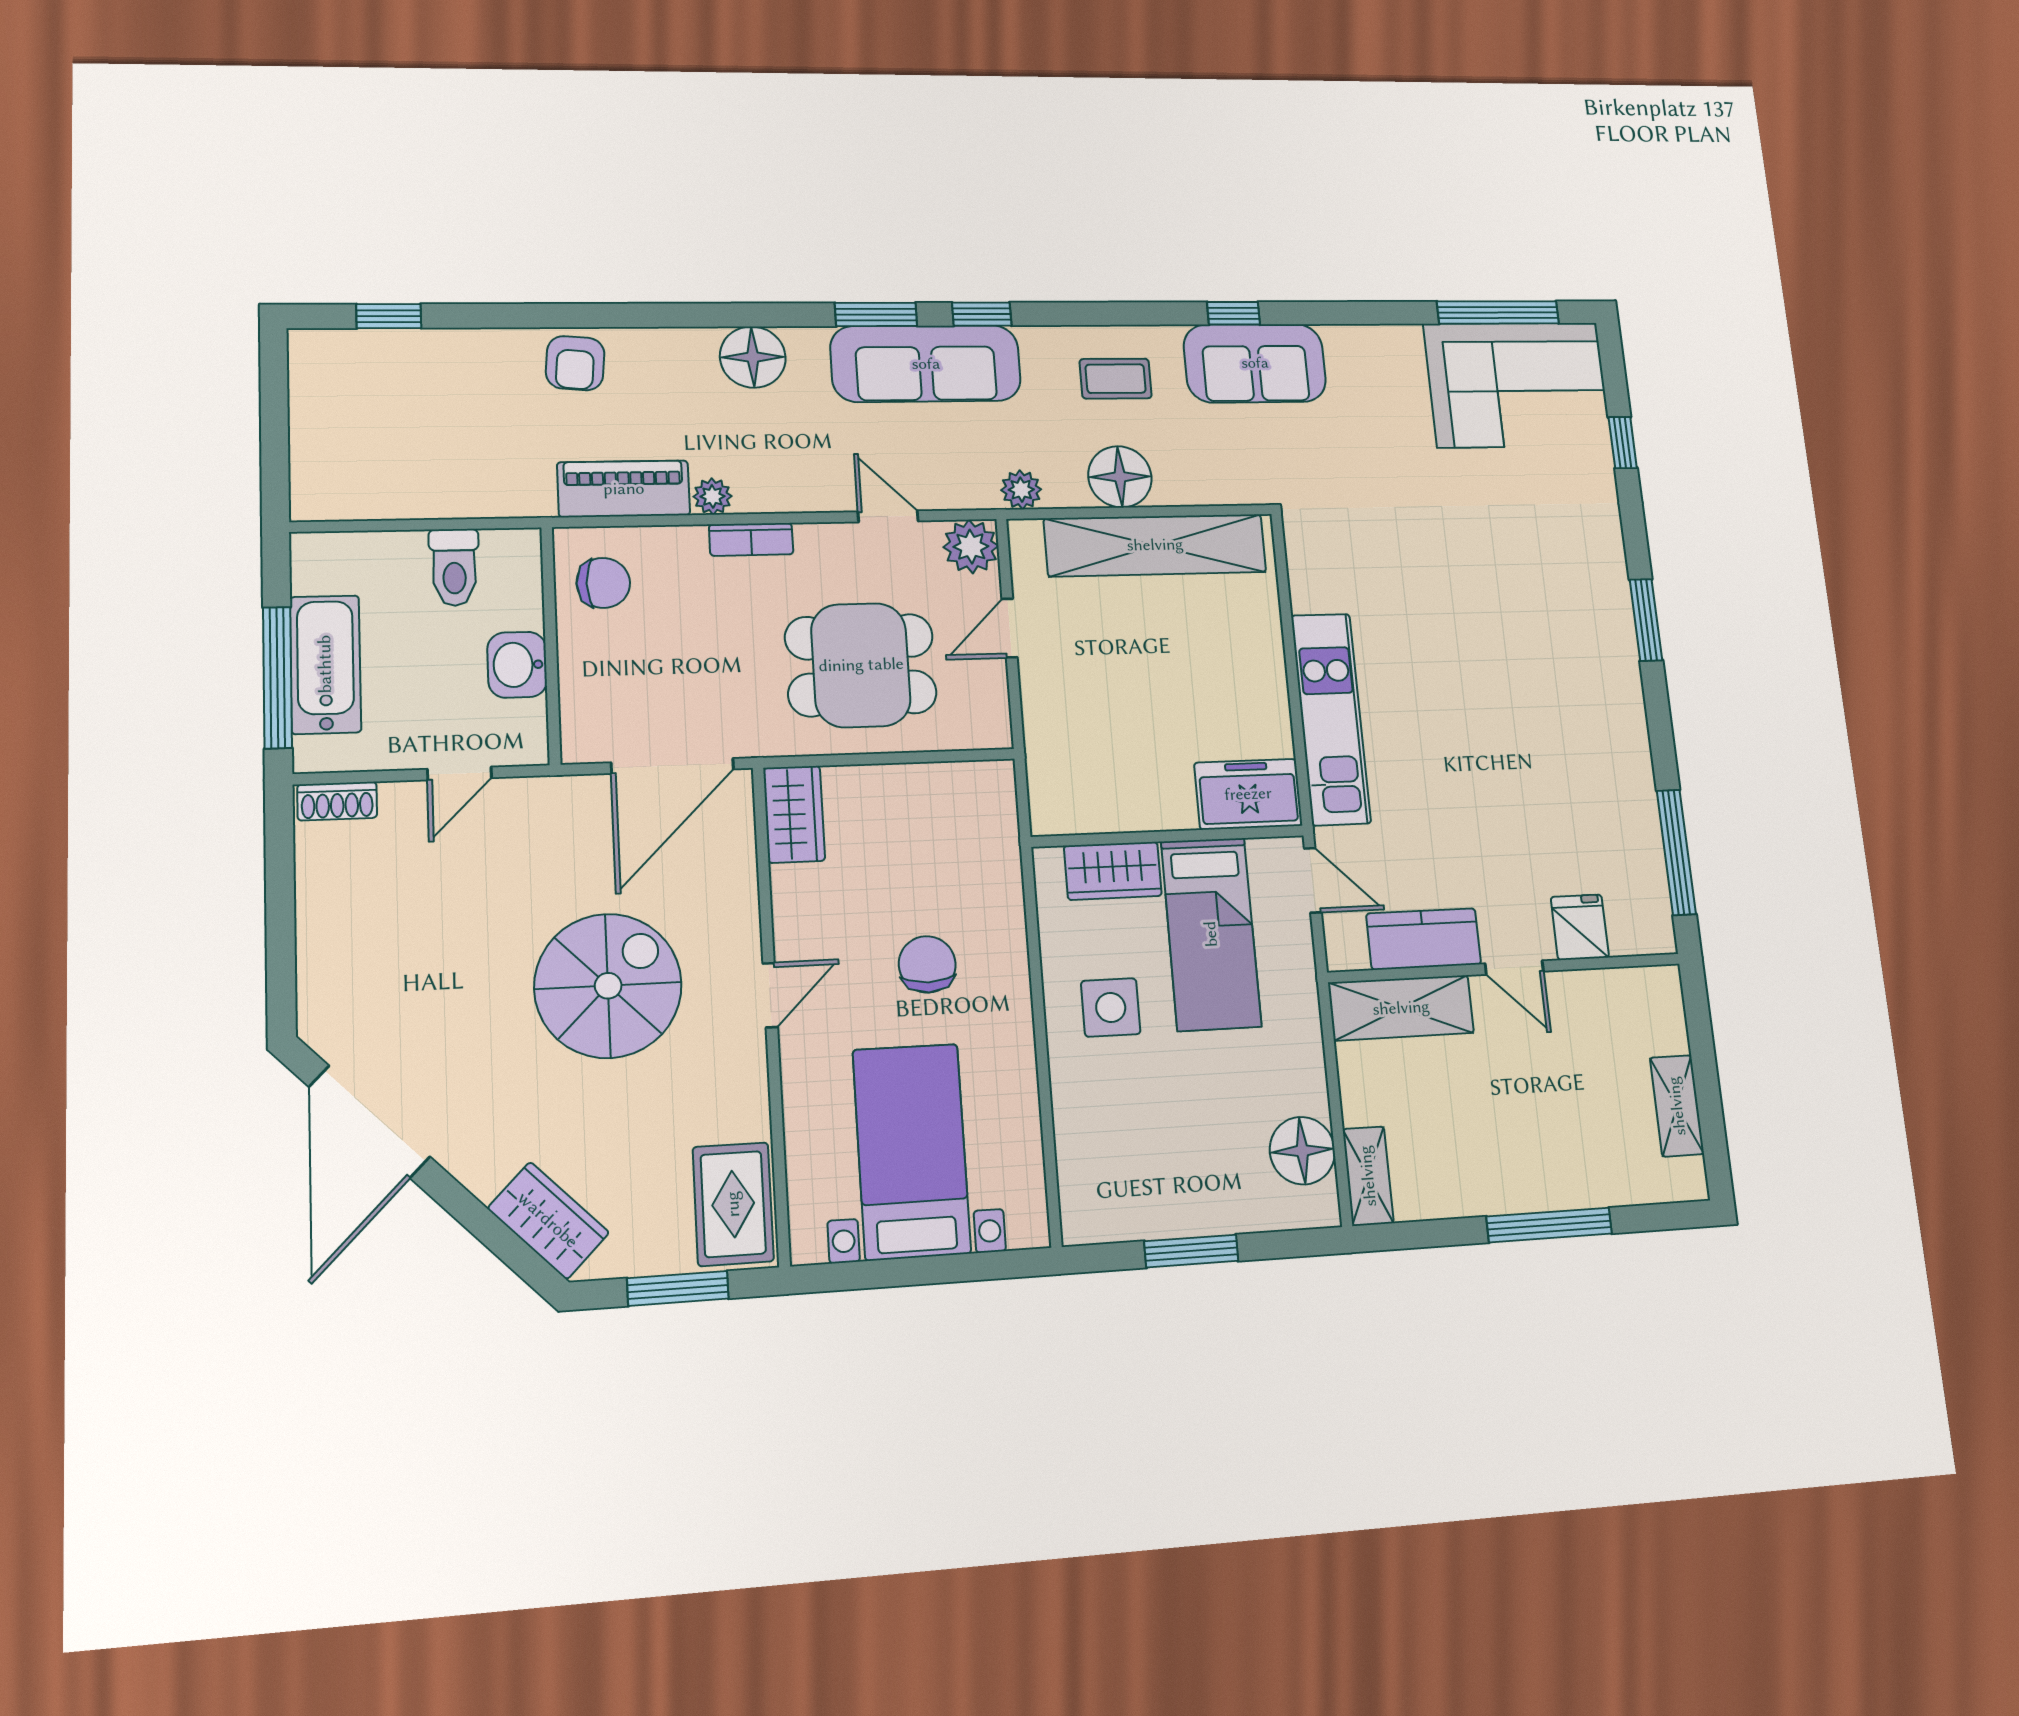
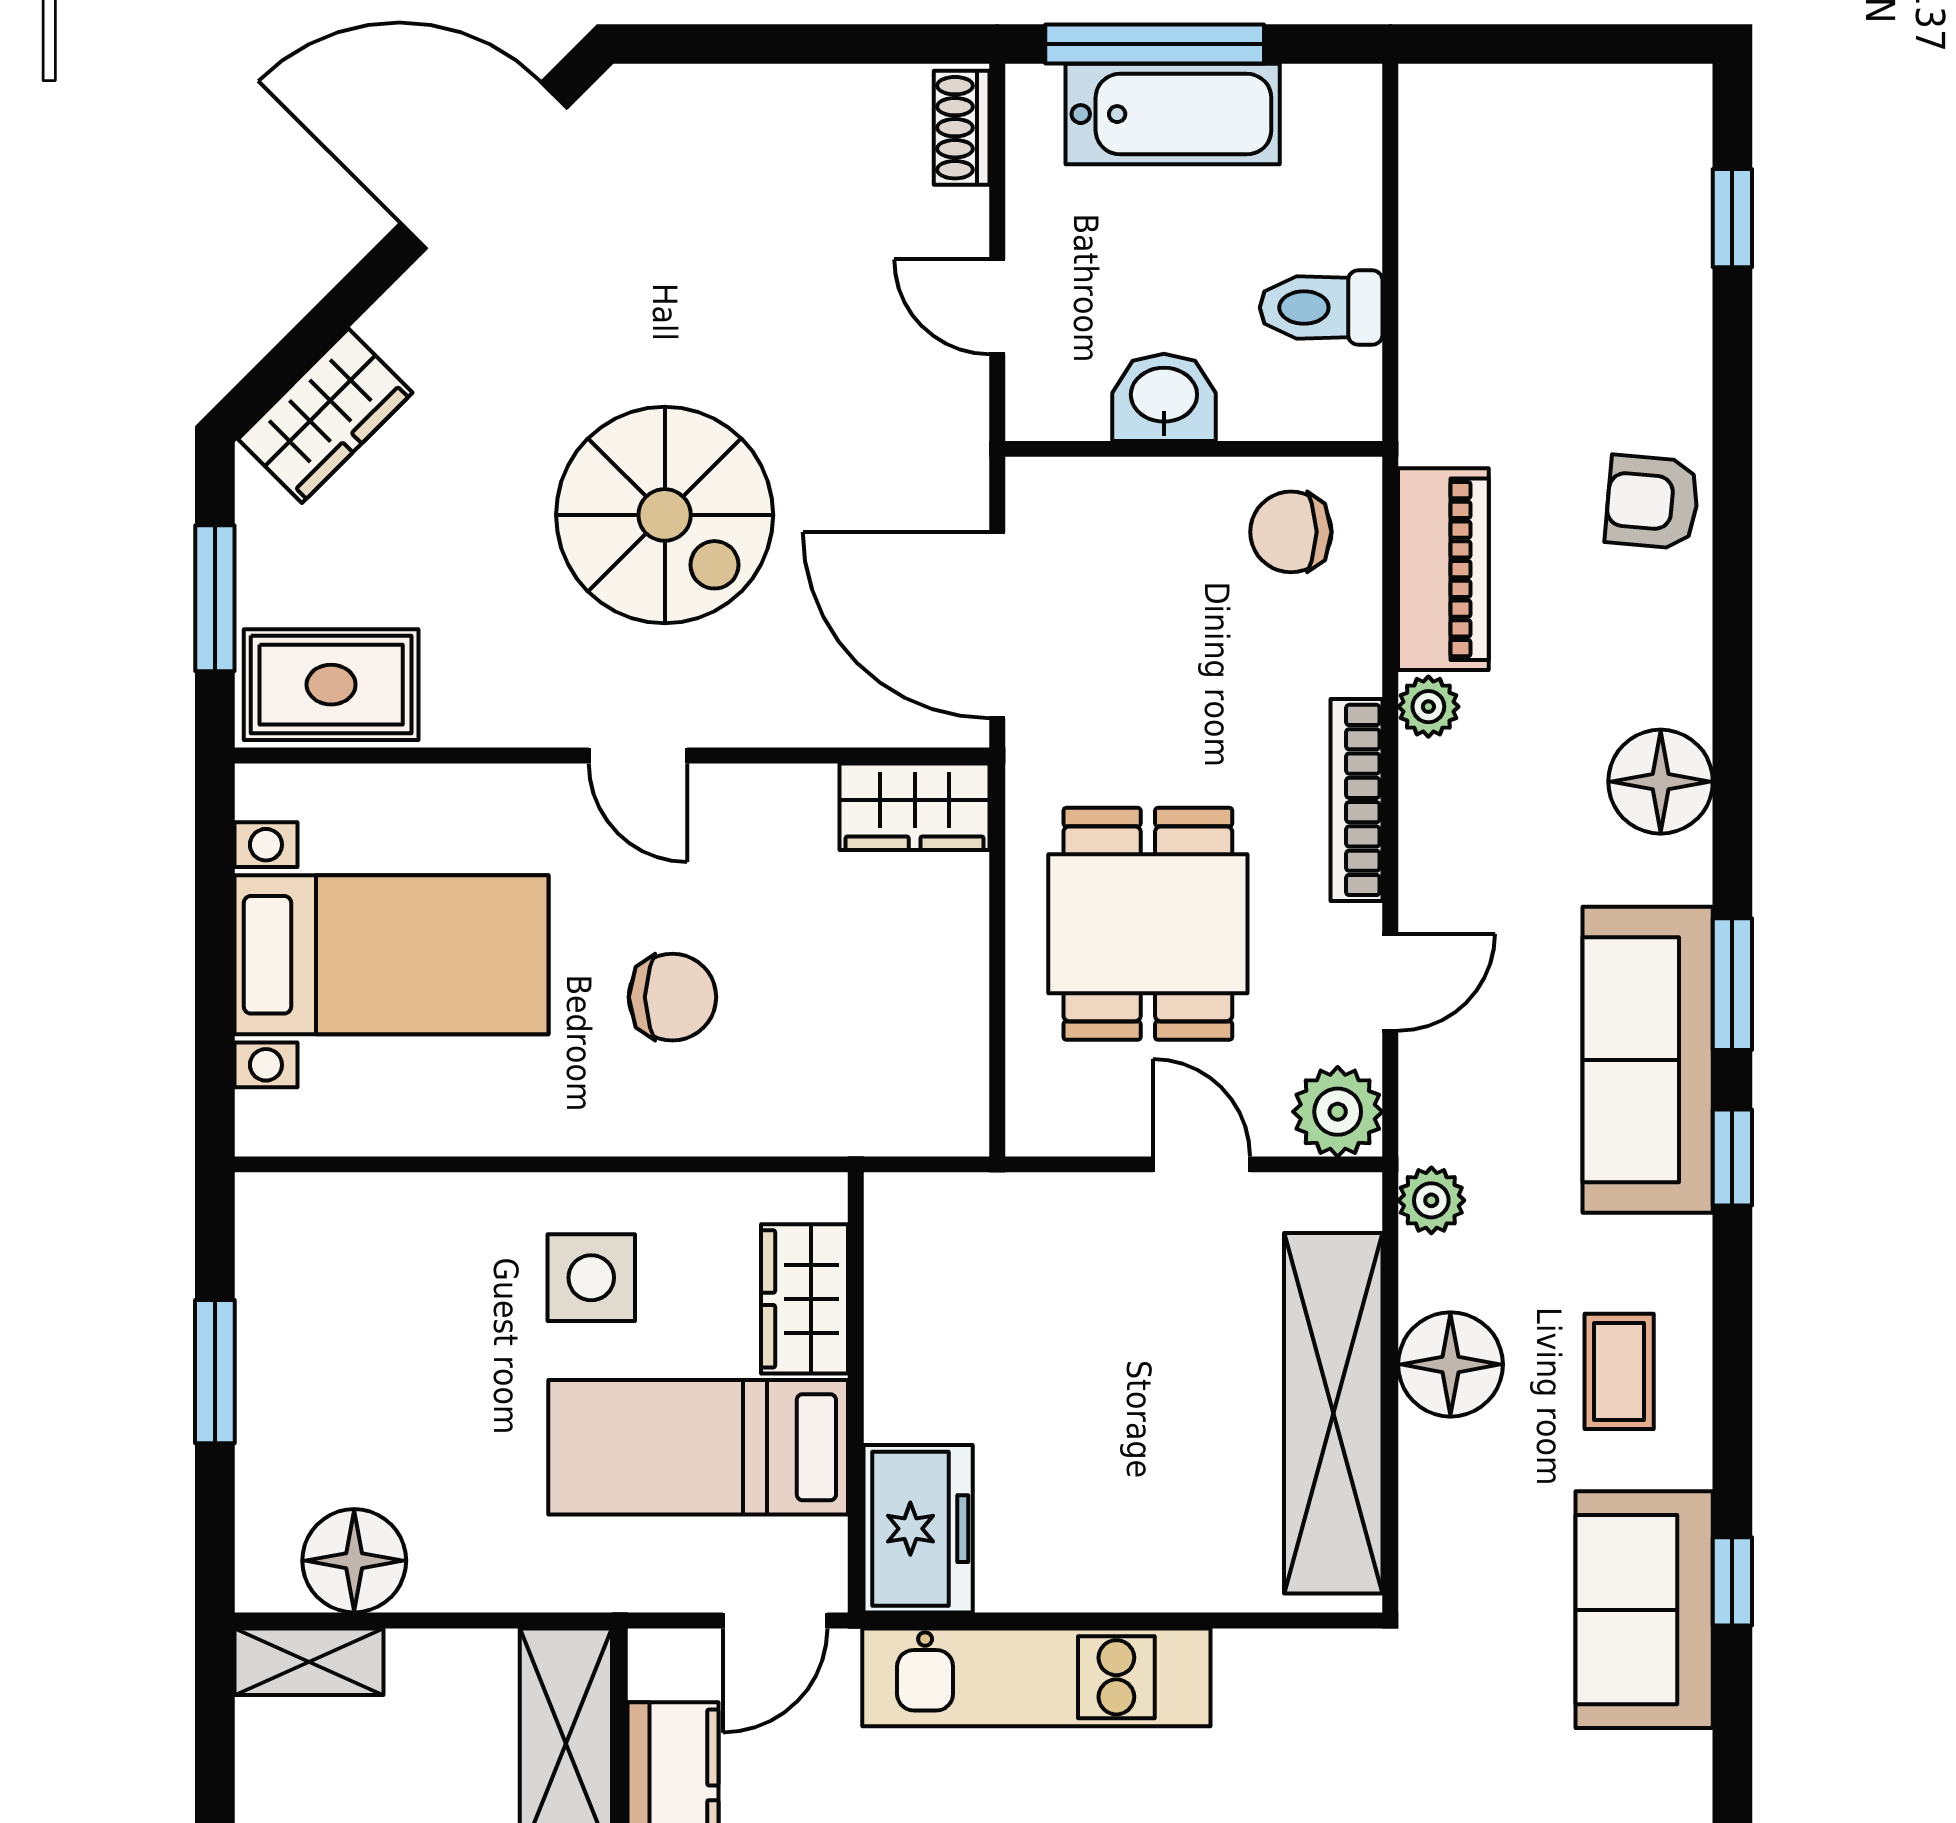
bookcase: (751, 539) -> (1357, 800), width x1.56
chair: (603, 583) -> (1291, 532), turned 90

